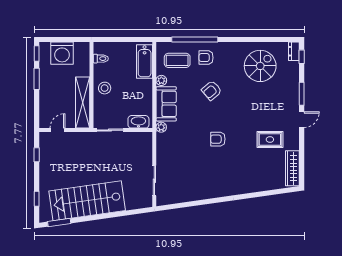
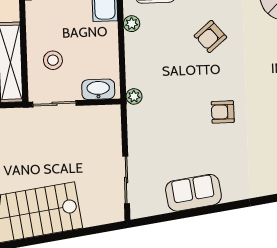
stool: (105, 88) -> (53, 60), moved
sofa: (166, 104) -> (193, 193), moved, turned -98

